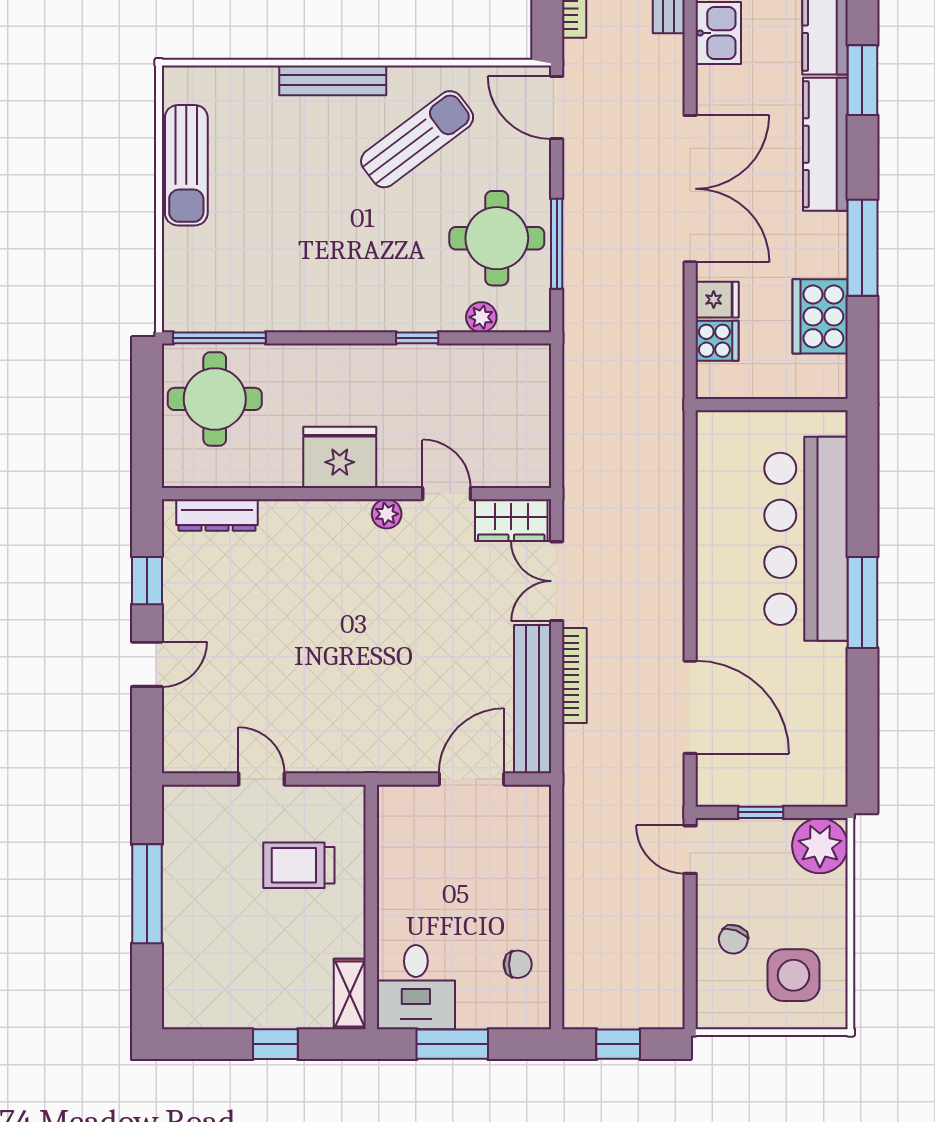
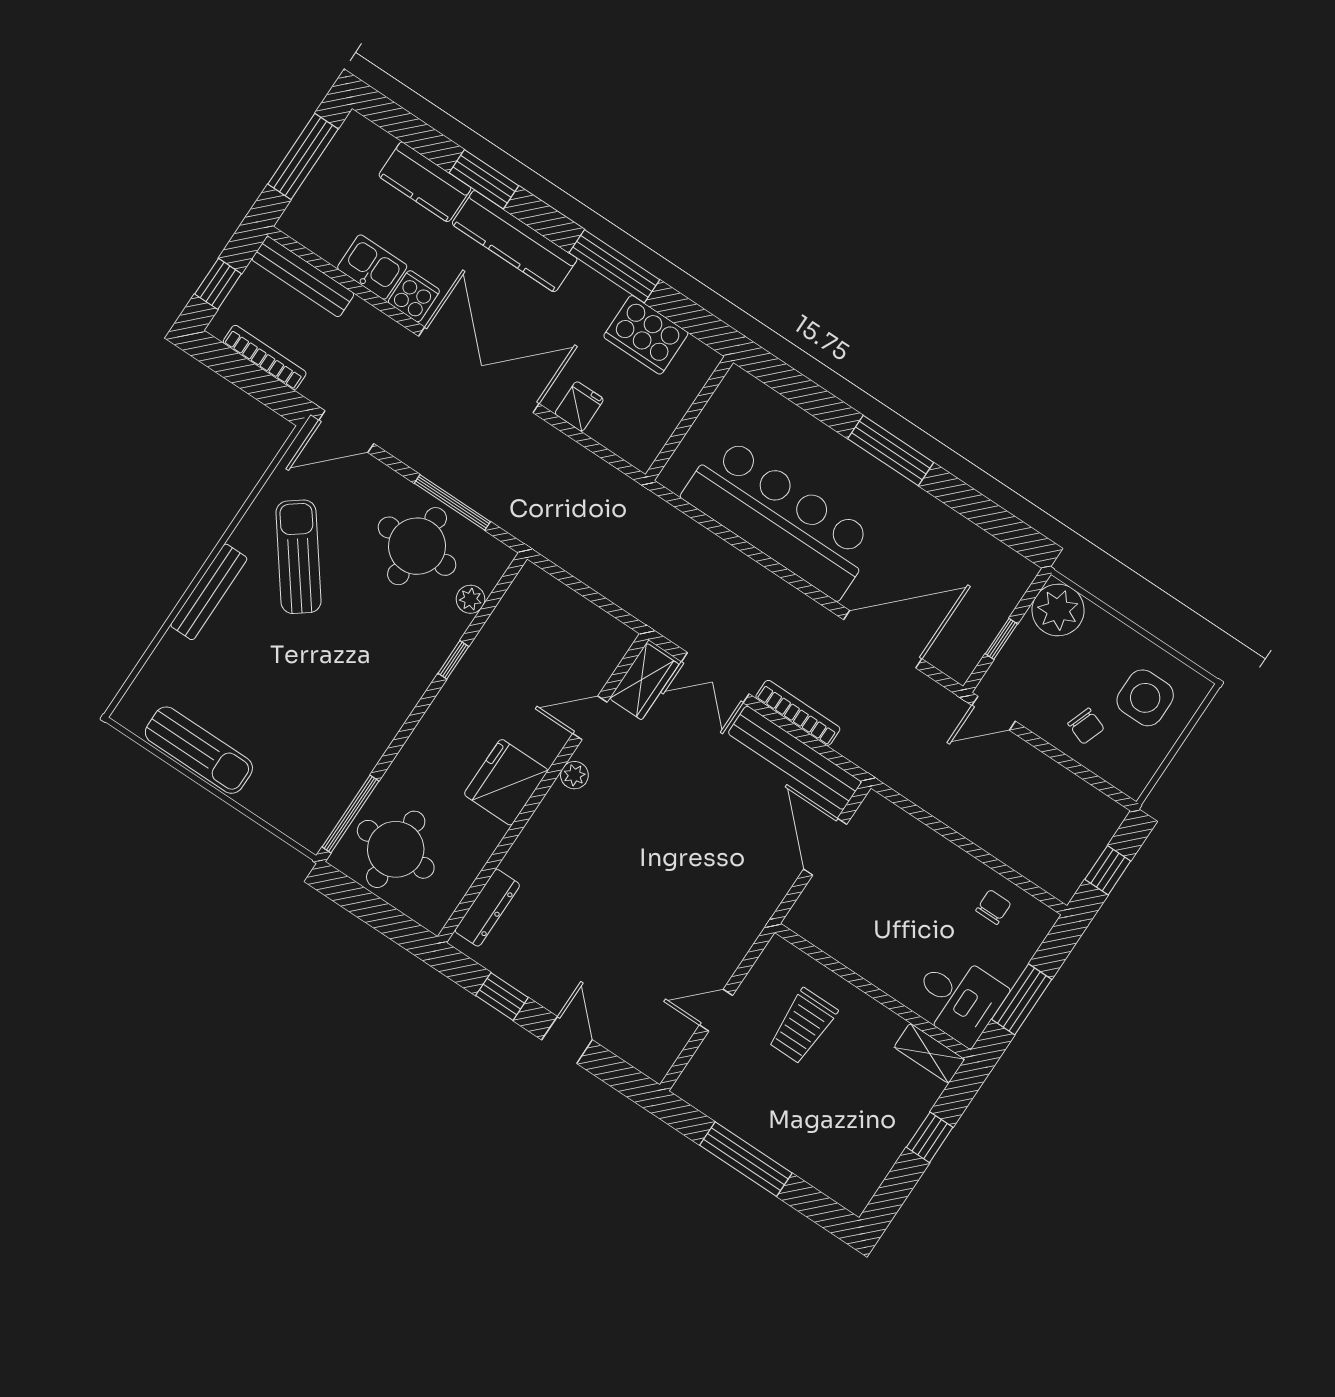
cooker: (717, 341) -> (414, 296), moved
bar counter: (806, 539) -> (780, 518), moved, turned 180

